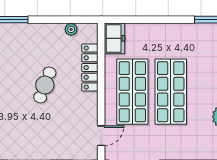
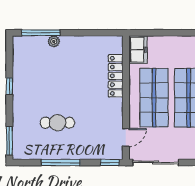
plant: (71, 29) -> (54, 41), moved
cafe table: (45, 85) -> (58, 123), moved, turned 69

